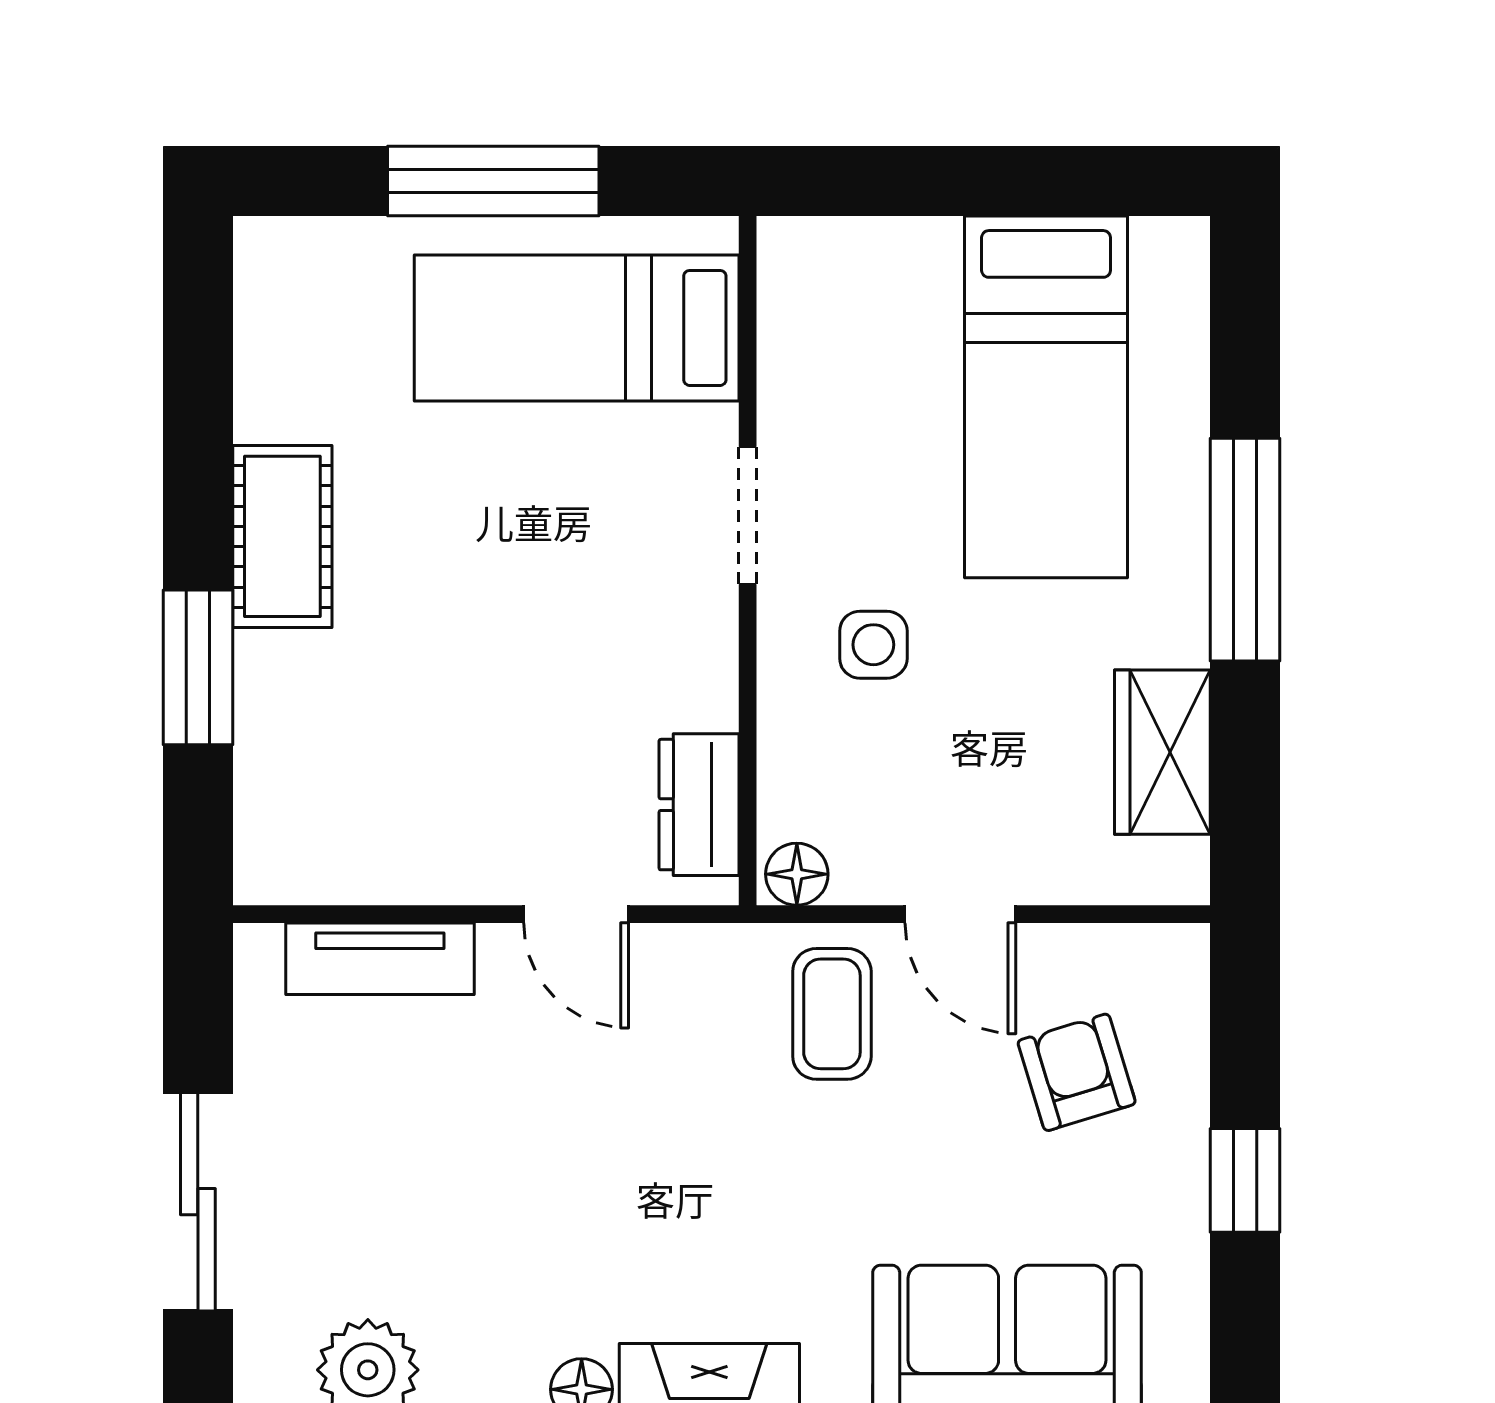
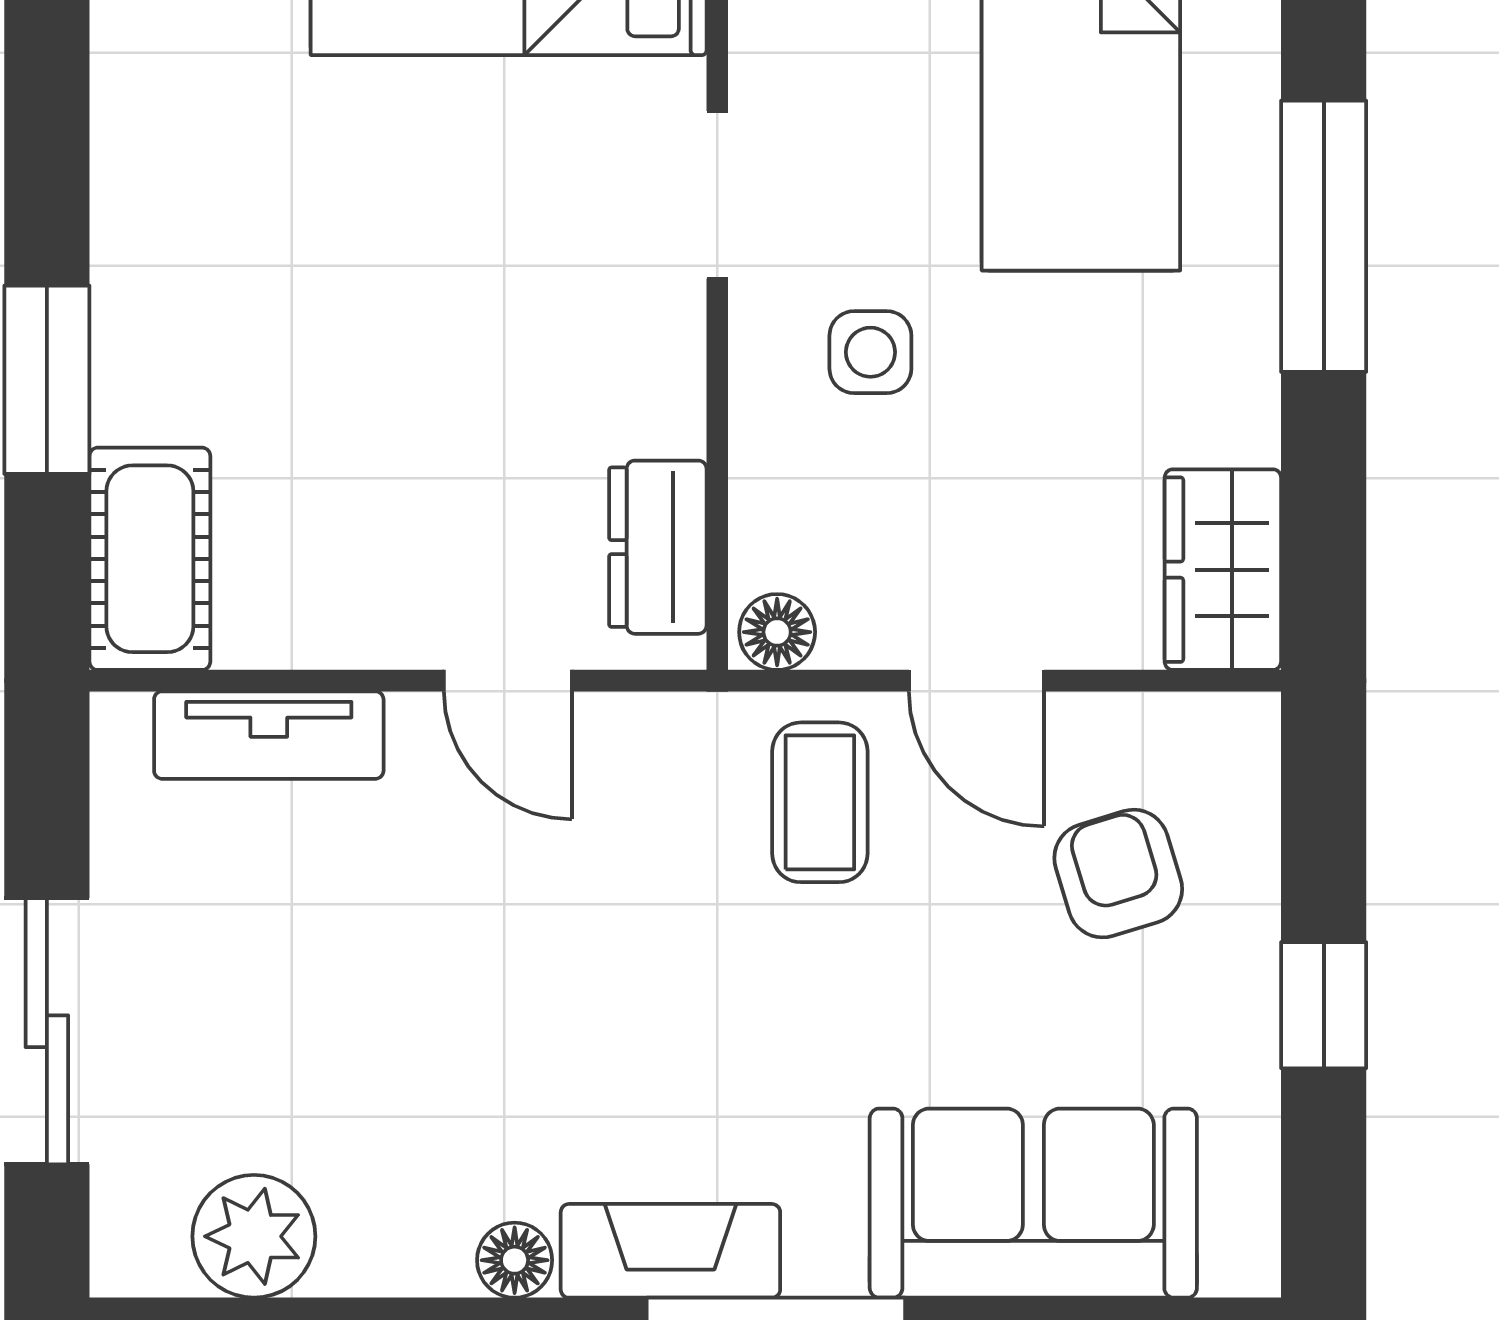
cot: (282, 536) -> (150, 559), moved
wardrobe: (1162, 752) -> (1223, 570), moved

